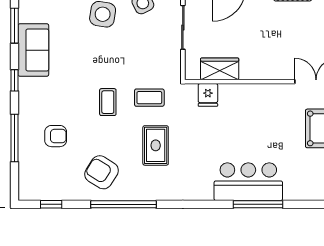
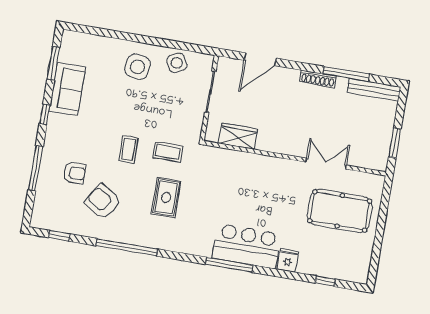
fridge: (208, 95) -> (288, 260), moved, turned 180
armchair: (102, 172) -> (103, 202), moved
window: (258, 204) -> (229, 265), moved

